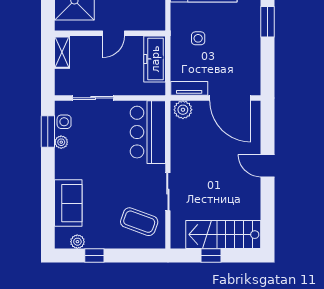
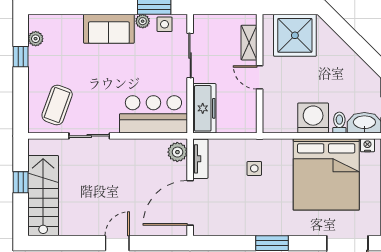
shelving: (62, 52) -> (249, 43), moved, turned 90
freezer: (155, 59) -> (204, 108), moved, turned 90
sofa: (68, 203) -> (109, 29), moved

